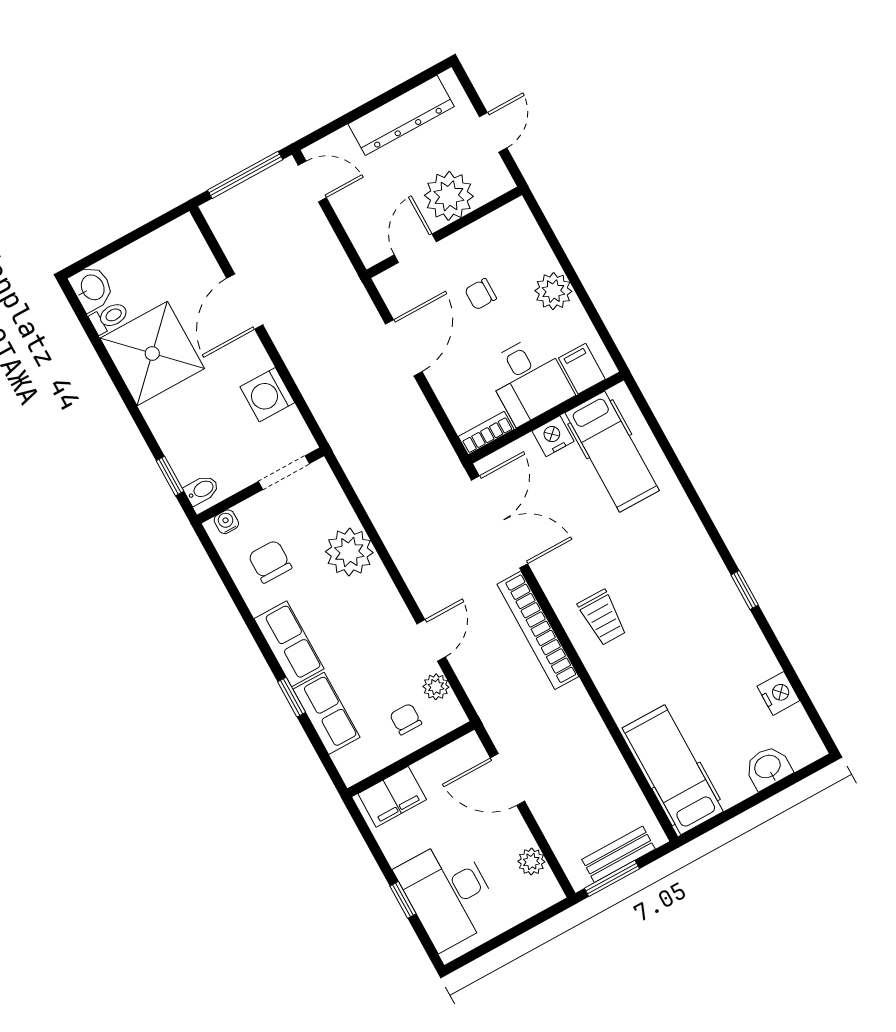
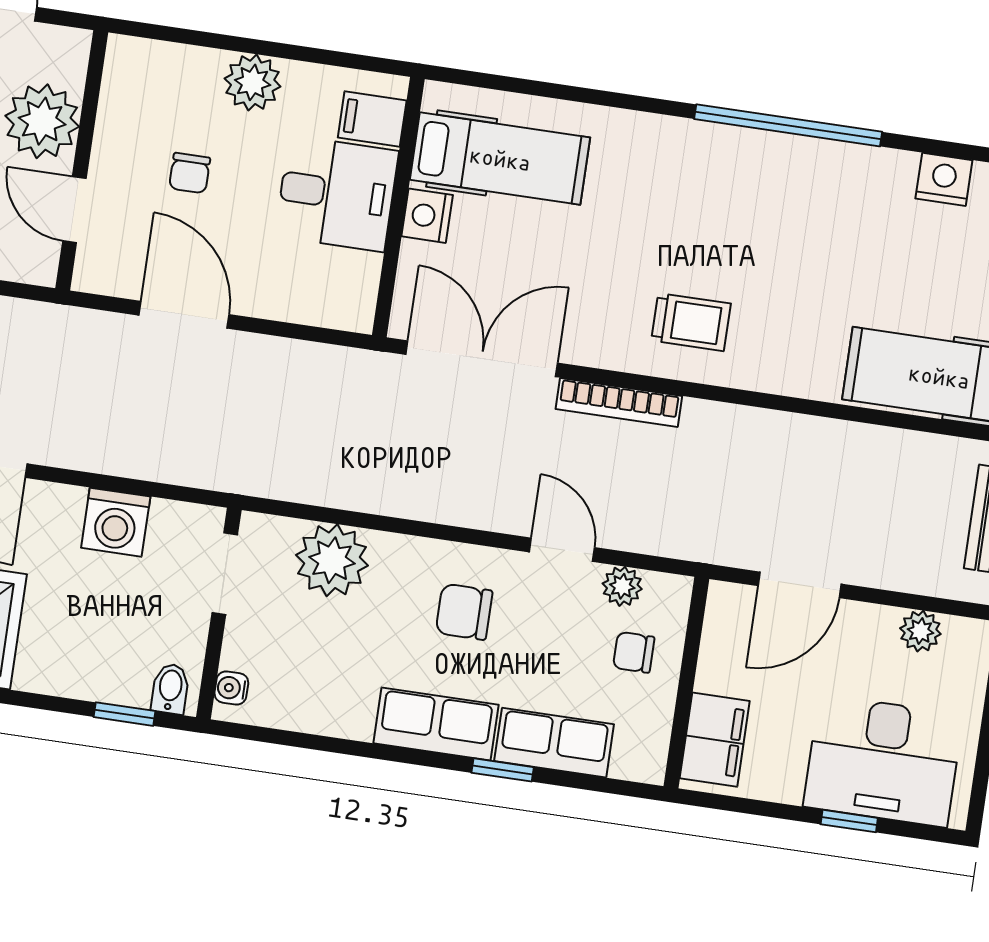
bookcase: (486, 433) -> (362, 293), removed
plant: (349, 552) -> (332, 560), moved
chair: (270, 562) -> (464, 612), moved
window: (745, 590) -> (788, 125), width x3.17
bookcase: (538, 630) -> (619, 402), width x0.68, depth x0.76

